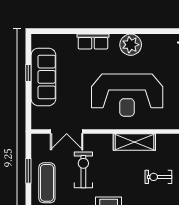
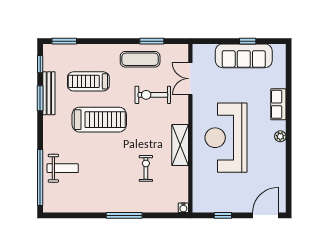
plant: (131, 45) -> (280, 136), width x0.53, depth x0.53
exercise bike: (83, 170) -> (153, 95), turned 180

